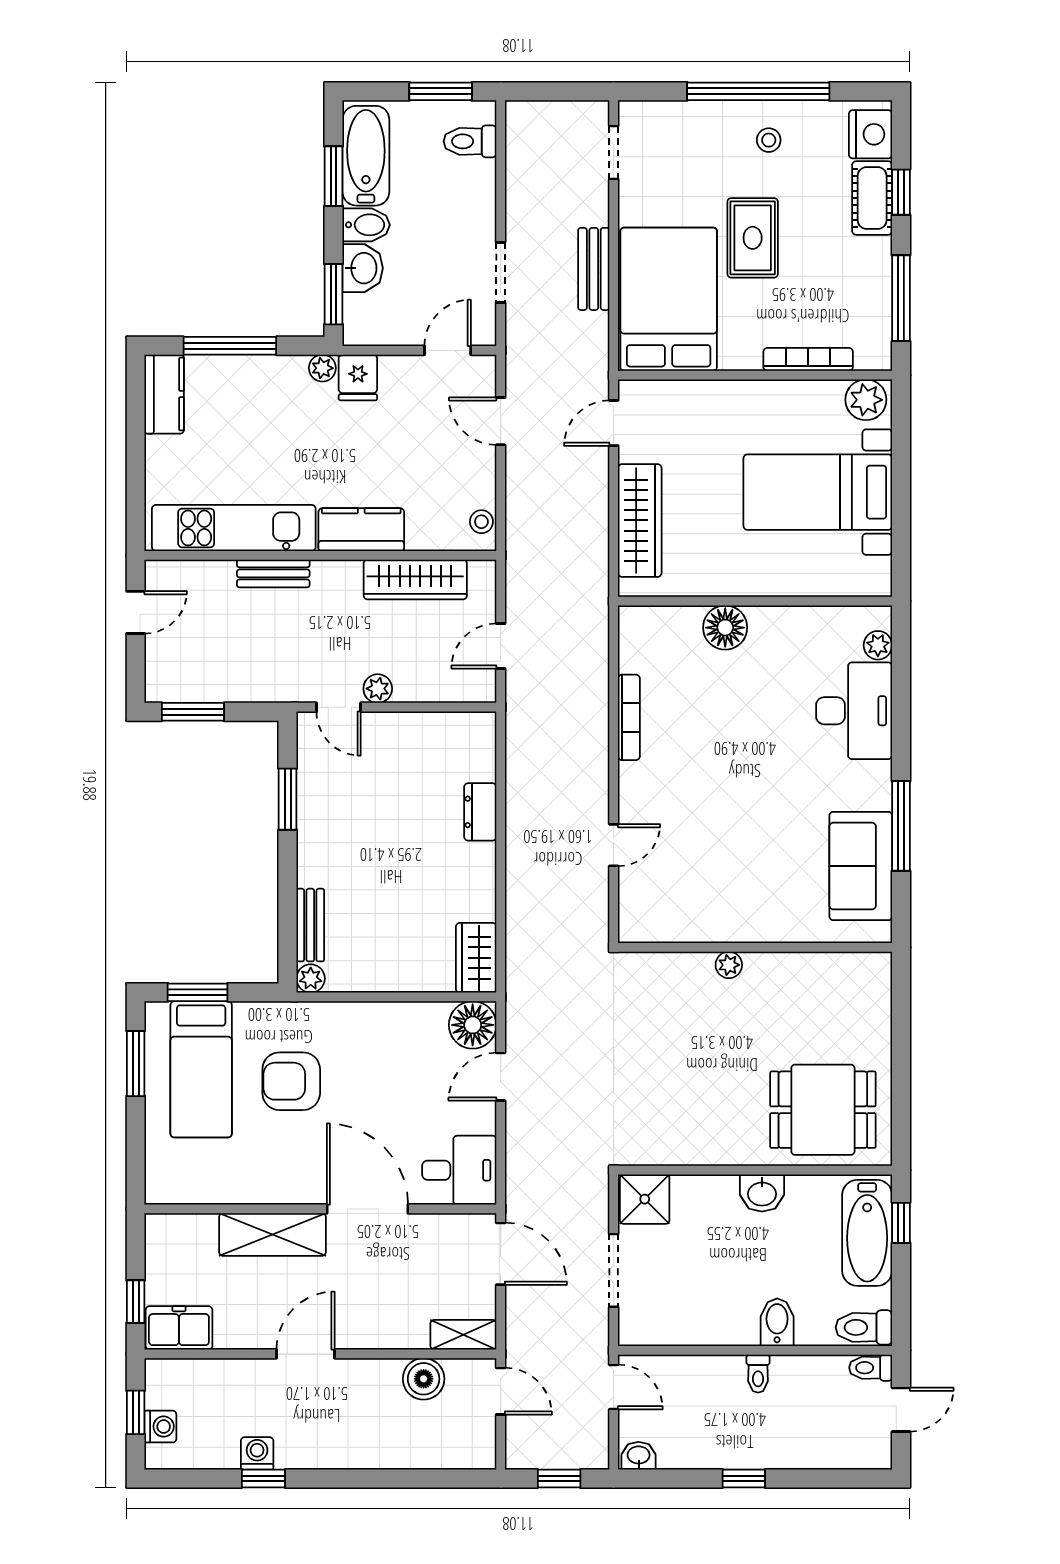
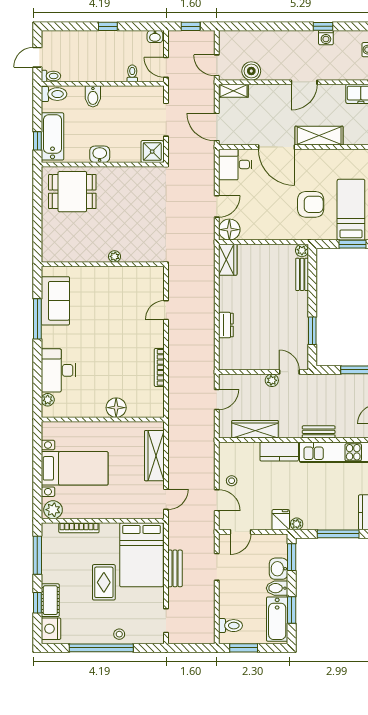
stool: (769, 140) -> (119, 634), moved
stool: (481, 522) -> (232, 481), moved
toilet: (758, 1374) -> (132, 73), moved

